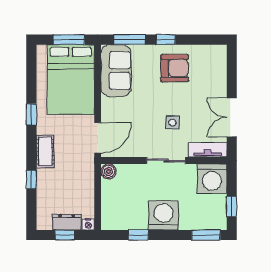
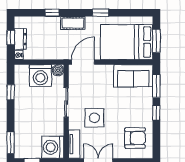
armchair: (175, 68) -> (135, 138), moved, turned -90
side table: (172, 123) -> (94, 118), width x1.87, depth x1.87
door: (98, 138) -> (83, 62), swing flipped
sliding door: (166, 160) -> (66, 103), moved
washing machine: (164, 215) -> (40, 76), moved, turned 90

